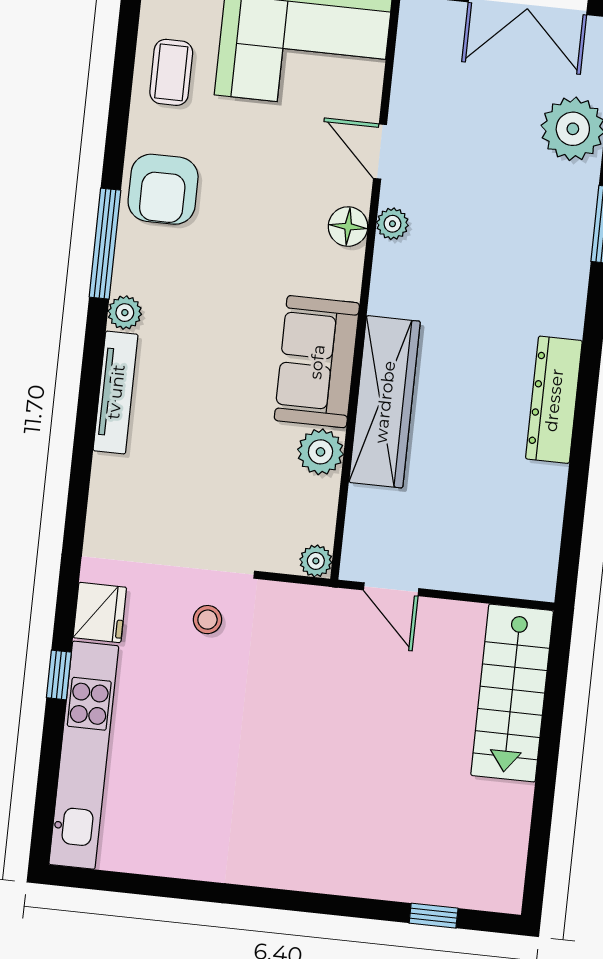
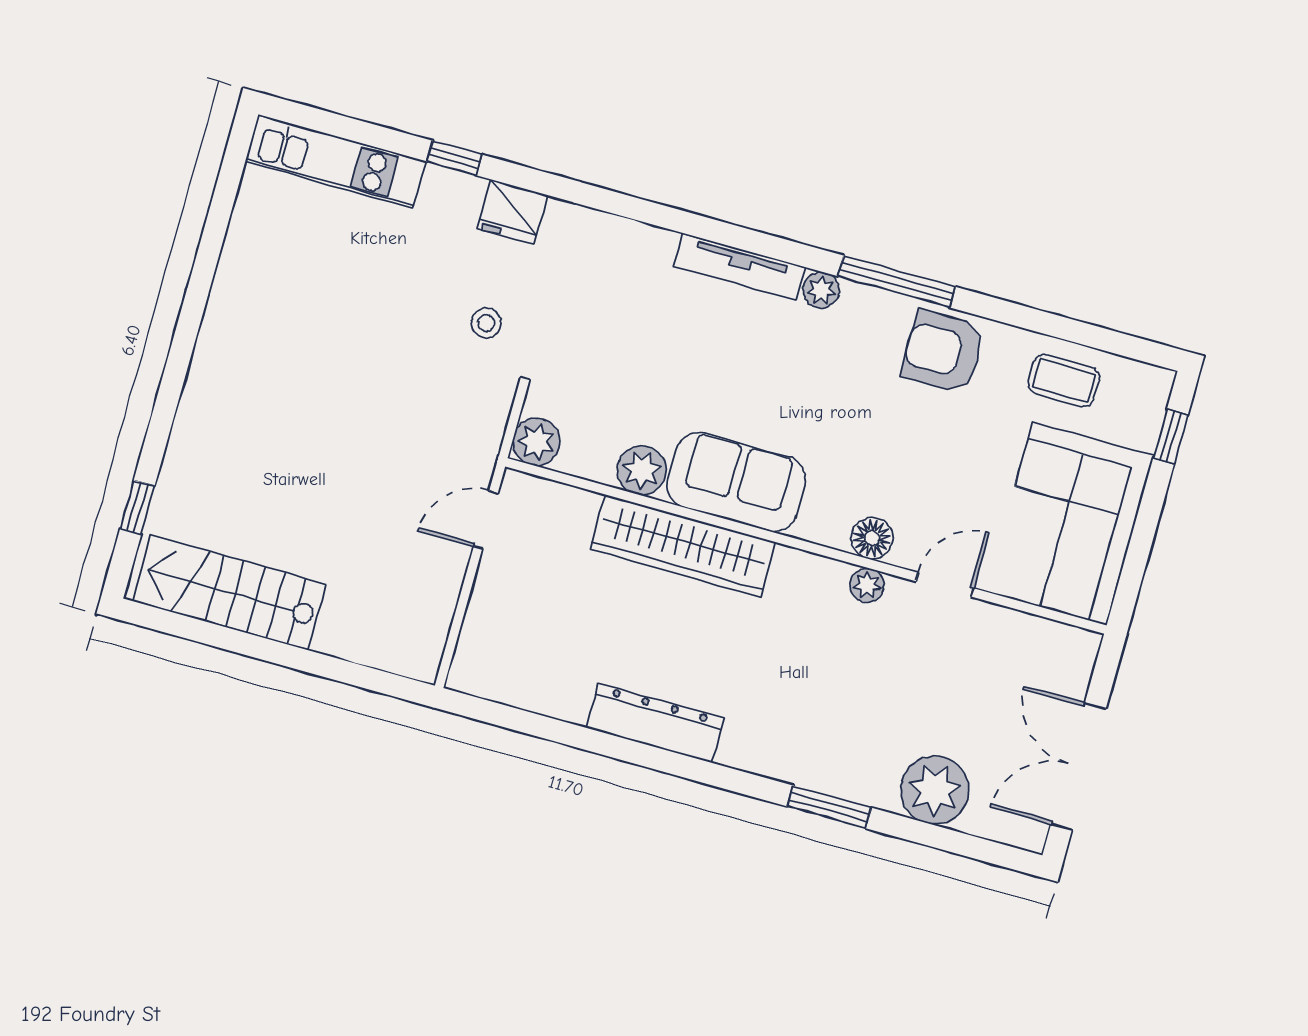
plant: (316, 561) -> (536, 442), width x1.38, depth x1.38
stairs: (512, 693) -> (229, 593), moved
kitchen unit: (84, 755) -> (336, 161), width x0.73

